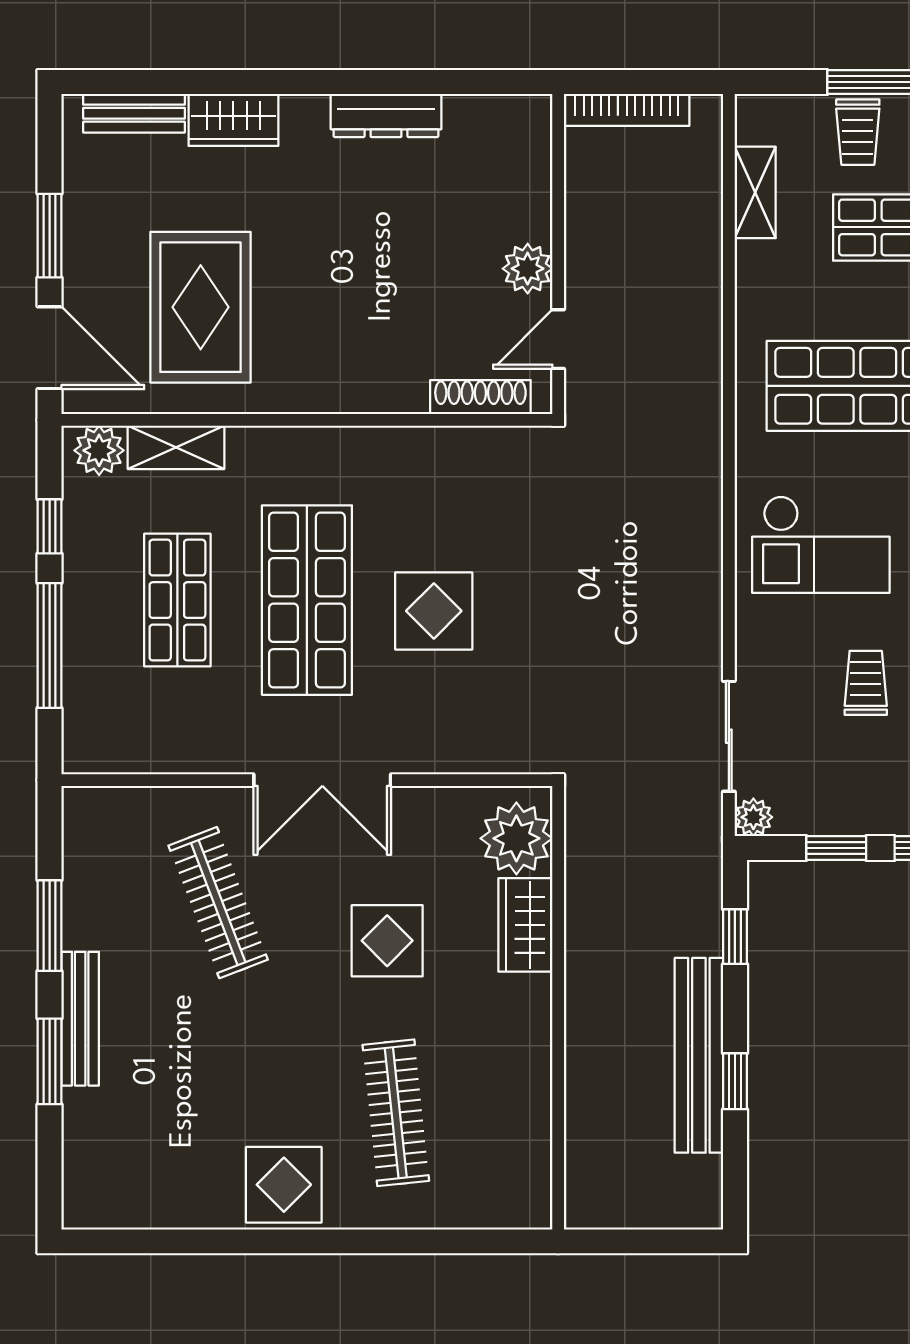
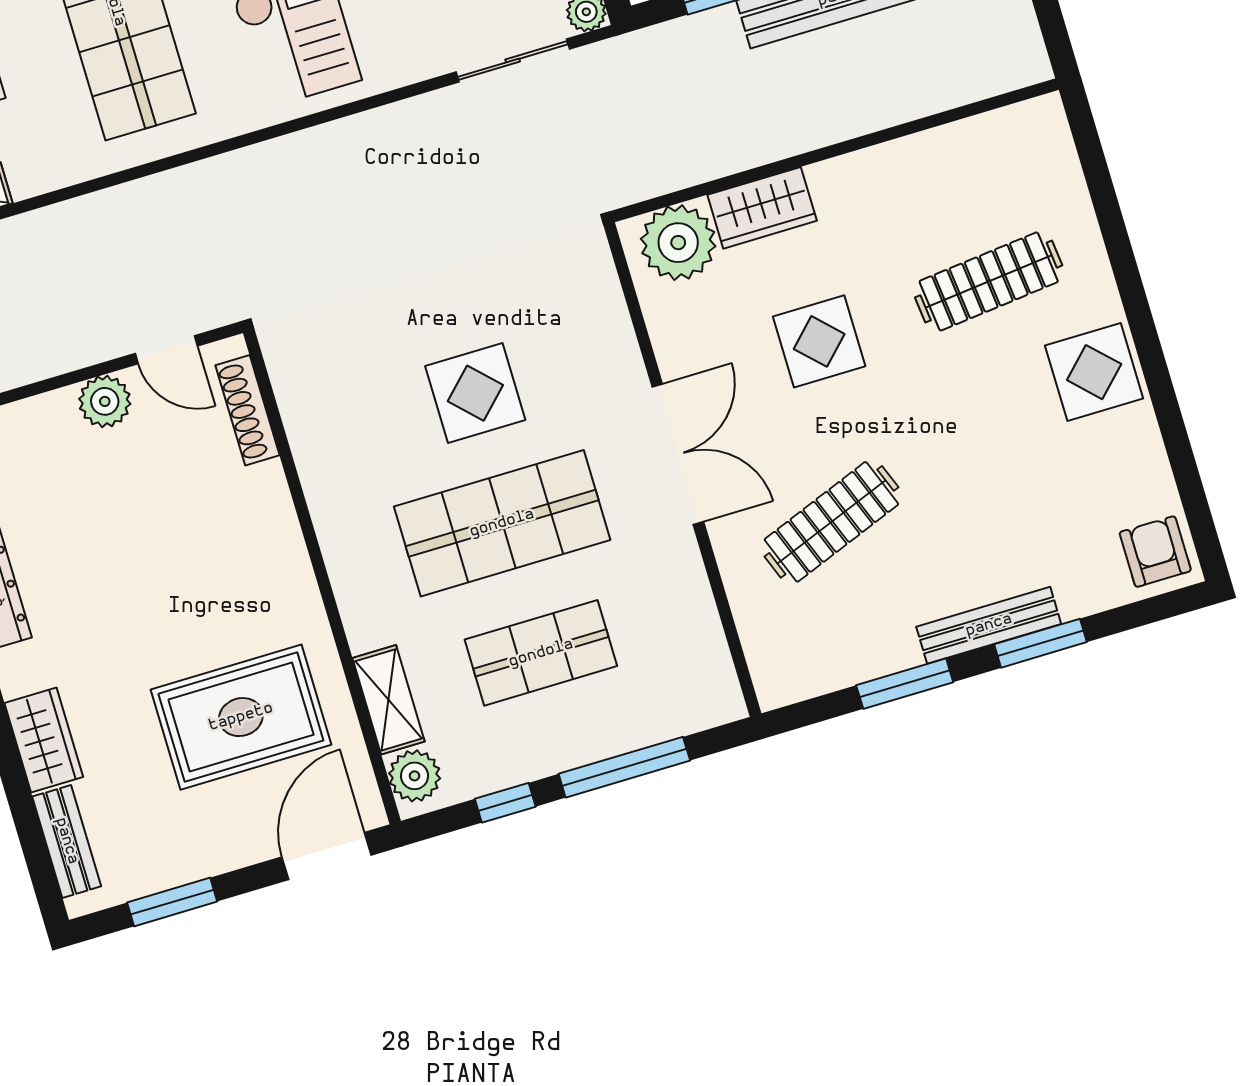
window: (50, 236) -> (172, 902), moved
armchair: (102, 1192) -> (1155, 552), added

